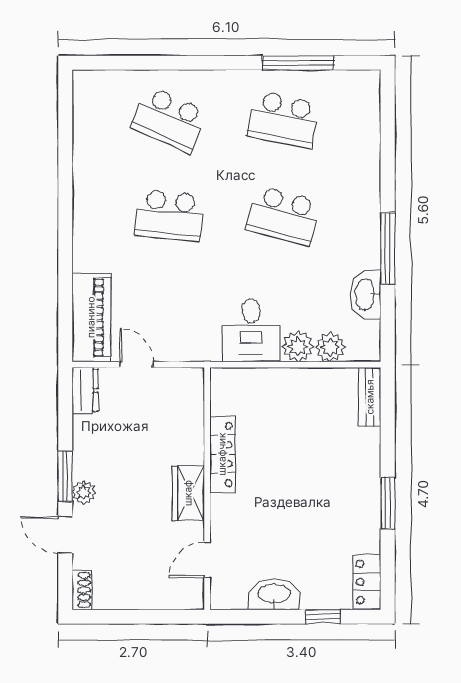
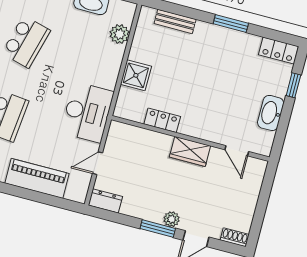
piano: (91, 317) -> (37, 178), moved
desk: (251, 330) -> (87, 112), moved, width x1.37
plant: (298, 346) -> (113, 55), removed
shower: (277, 386) -> (136, 75), added
bench: (370, 397) -> (175, 21), moved
locker: (222, 454) -> (162, 120), width x0.66

